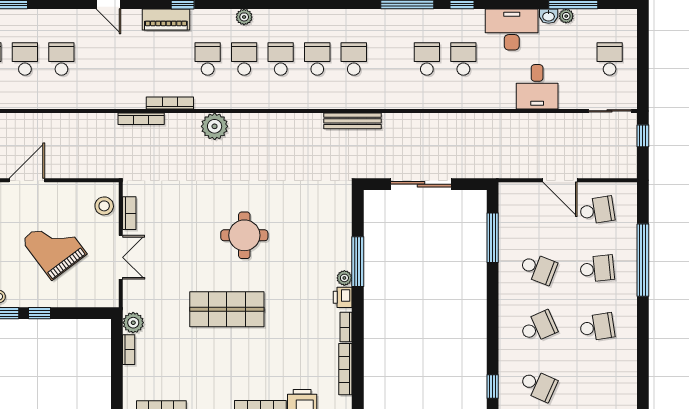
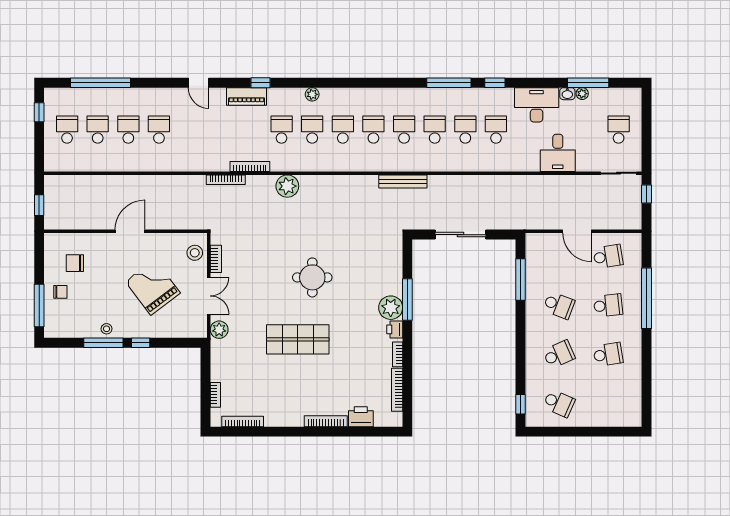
school desk: (390, 59) -> (435, 130), added
plant: (344, 278) -> (391, 308), width x1.88, depth x1.88
plant: (133, 323) -> (219, 330), moved
bookcase: (129, 350) -> (215, 395), moved

